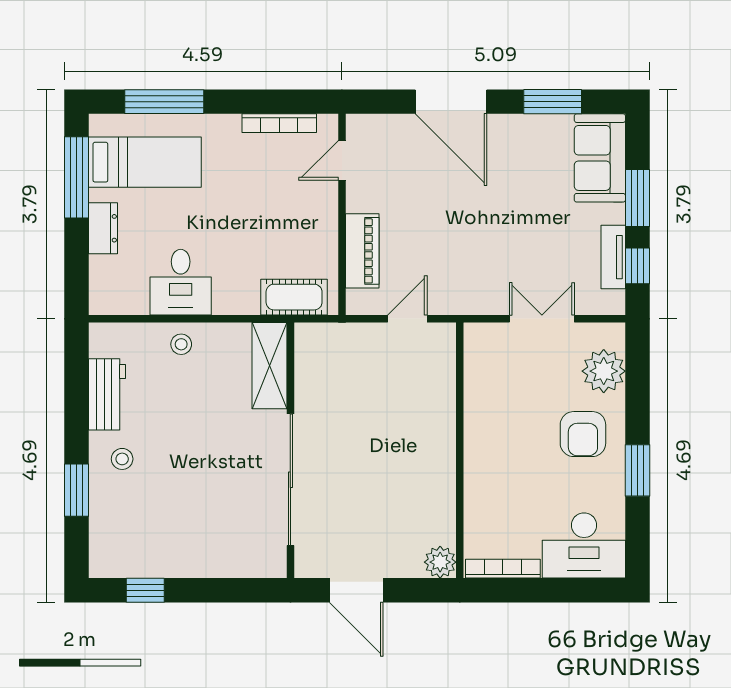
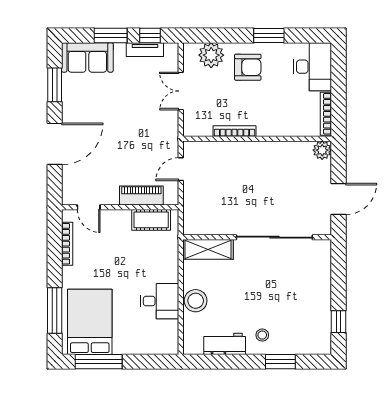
bed: (145, 162) -> (90, 322), width x1.50
dresser: (103, 228) -> (128, 346), removed
cot: (294, 297) -> (151, 220), moved, turned 90
door: (407, 319) -> (181, 169), hinge flipped
stool: (181, 344) -> (196, 301), width x1.89, depth x1.89
bookcase: (473, 411) -> (234, 131), added

